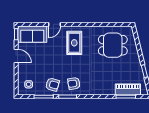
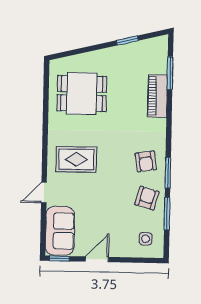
door: (54, 24) -> (44, 192), swing flipped
dining table: (113, 45) -> (82, 94), turned 90
piano: (128, 89) -> (157, 96), moved

